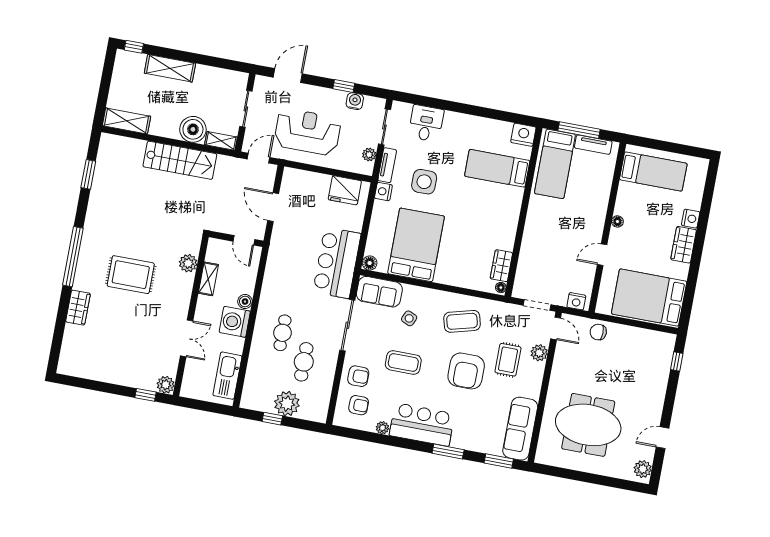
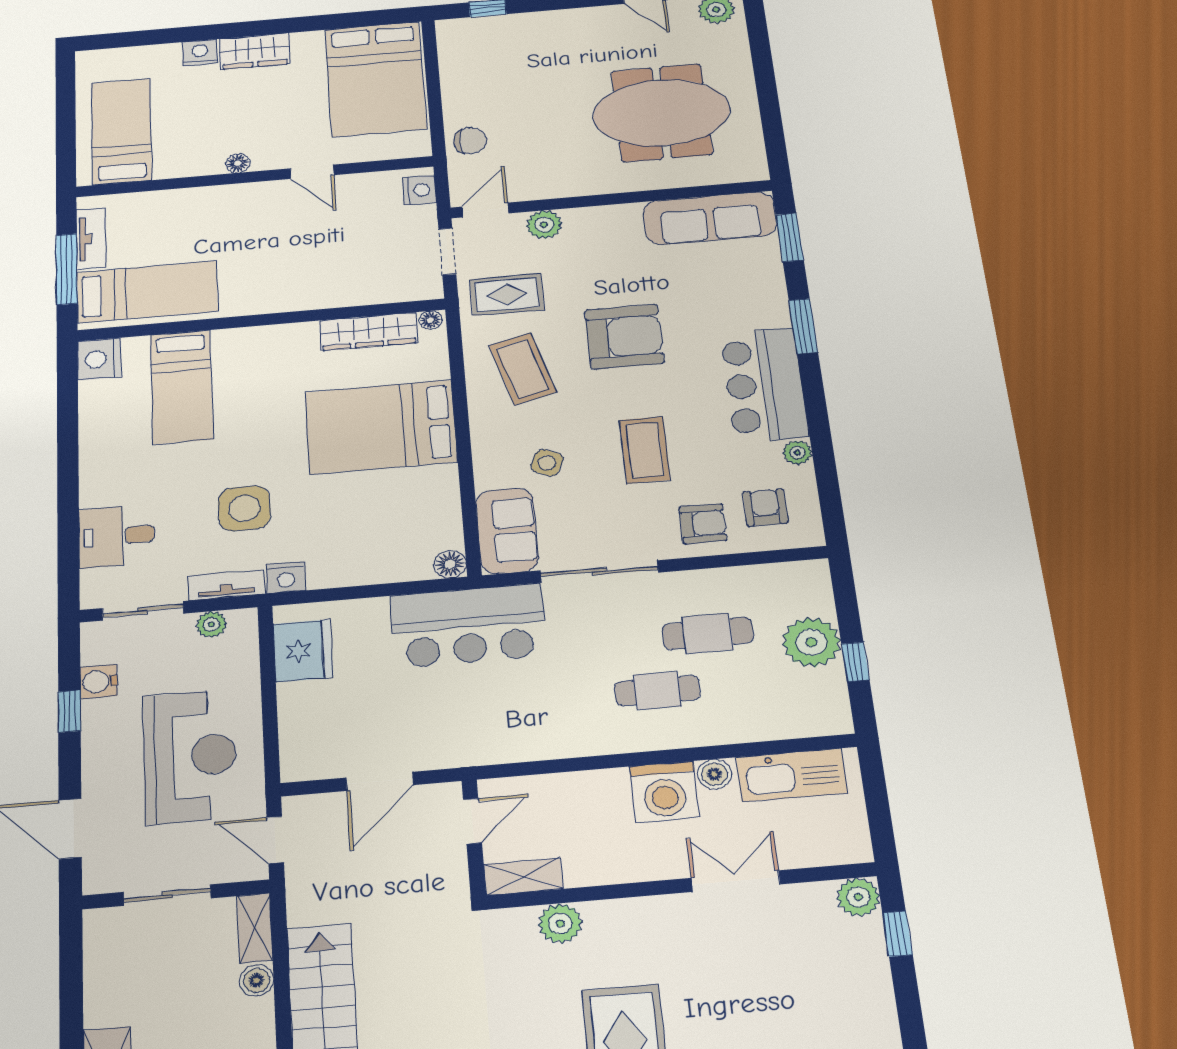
boiler: (193, 129) -> (256, 980), width x0.54, depth x0.54
reception desk: (308, 132) -> (190, 756), turned 180
bed: (416, 245) -> (381, 427), moved
wardrobe: (501, 266) -> (368, 332), width x1.50
shelving: (208, 279) -> (523, 877), moved
boiler: (245, 301) -> (714, 774), moved
chair: (598, 332) -> (470, 141), turned -90
rug: (508, 360) -> (507, 295), moved
armchair: (358, 376) -> (703, 524), turned 90
meeting table: (588, 425) -> (662, 113), turned 90

